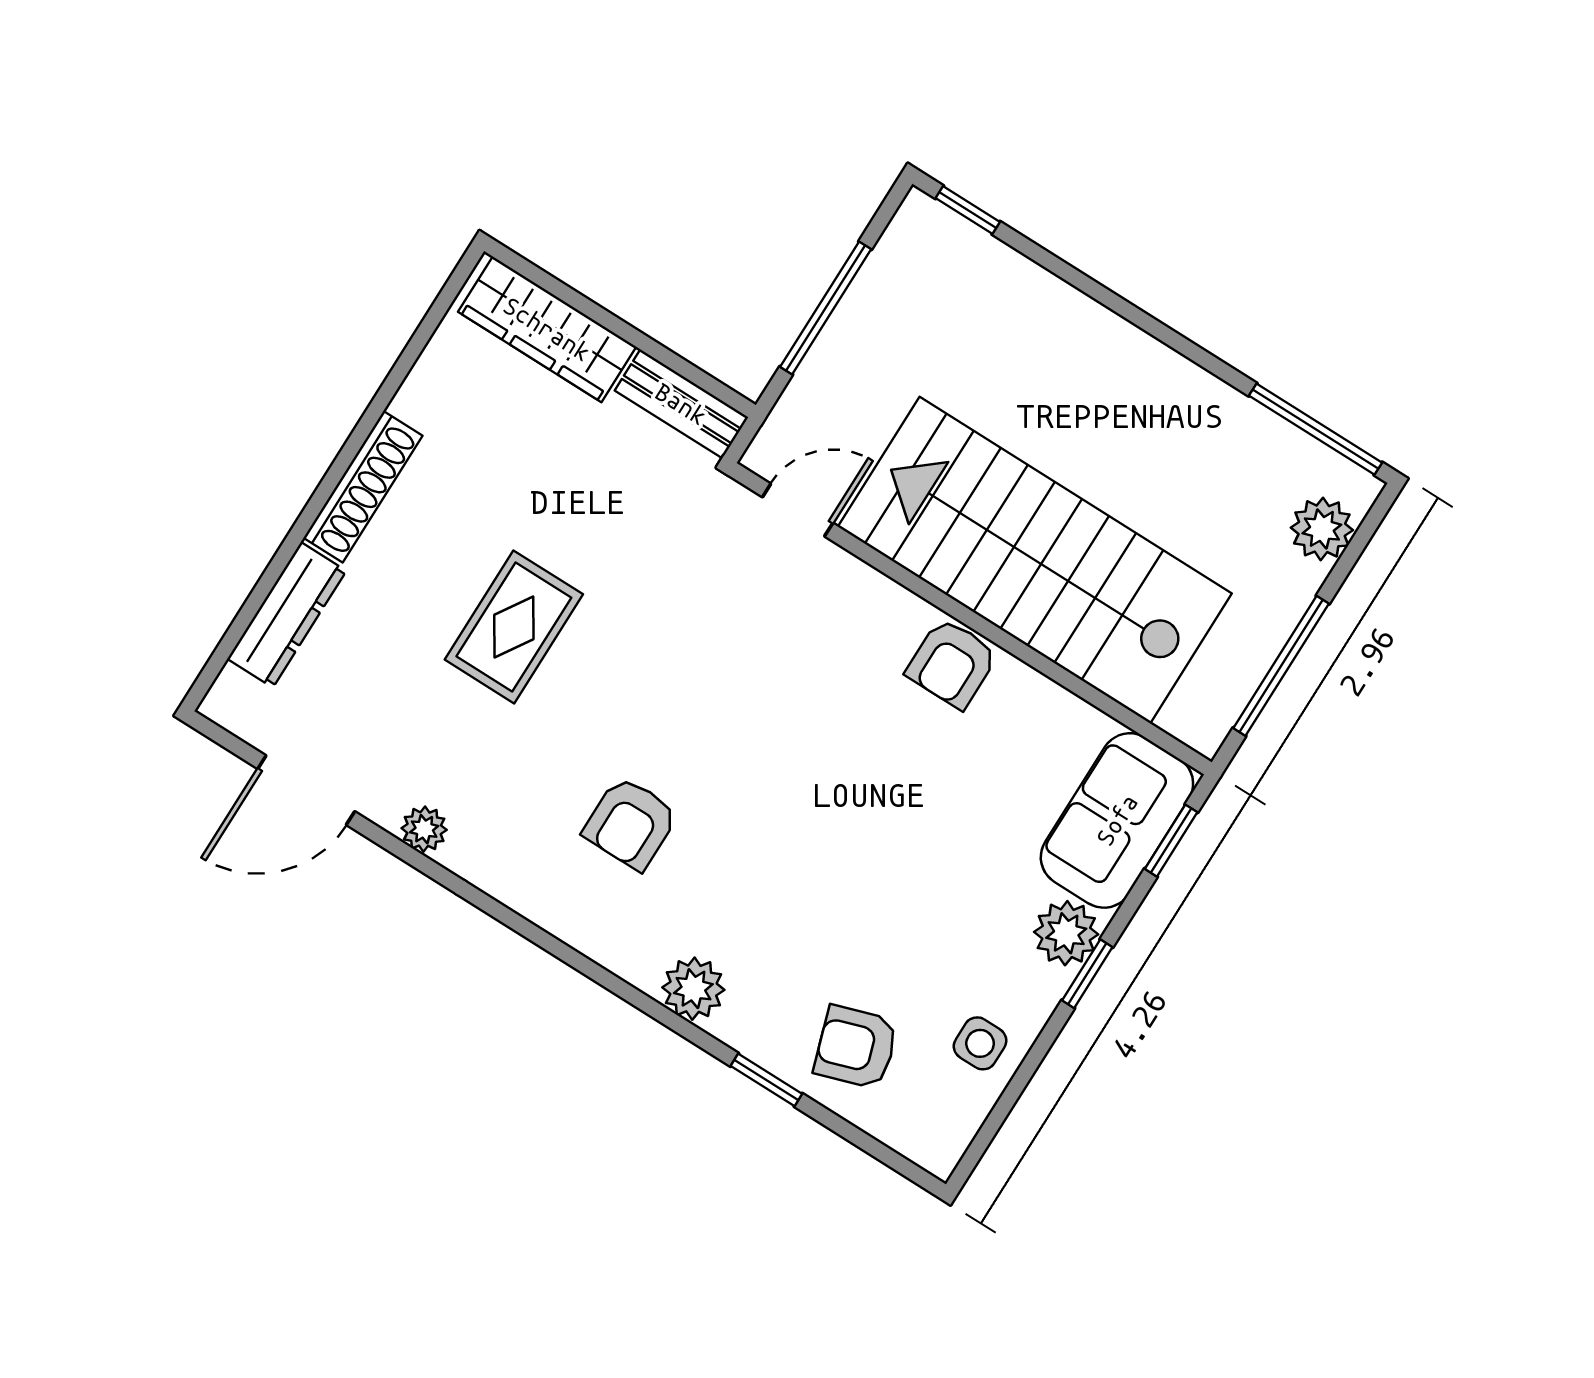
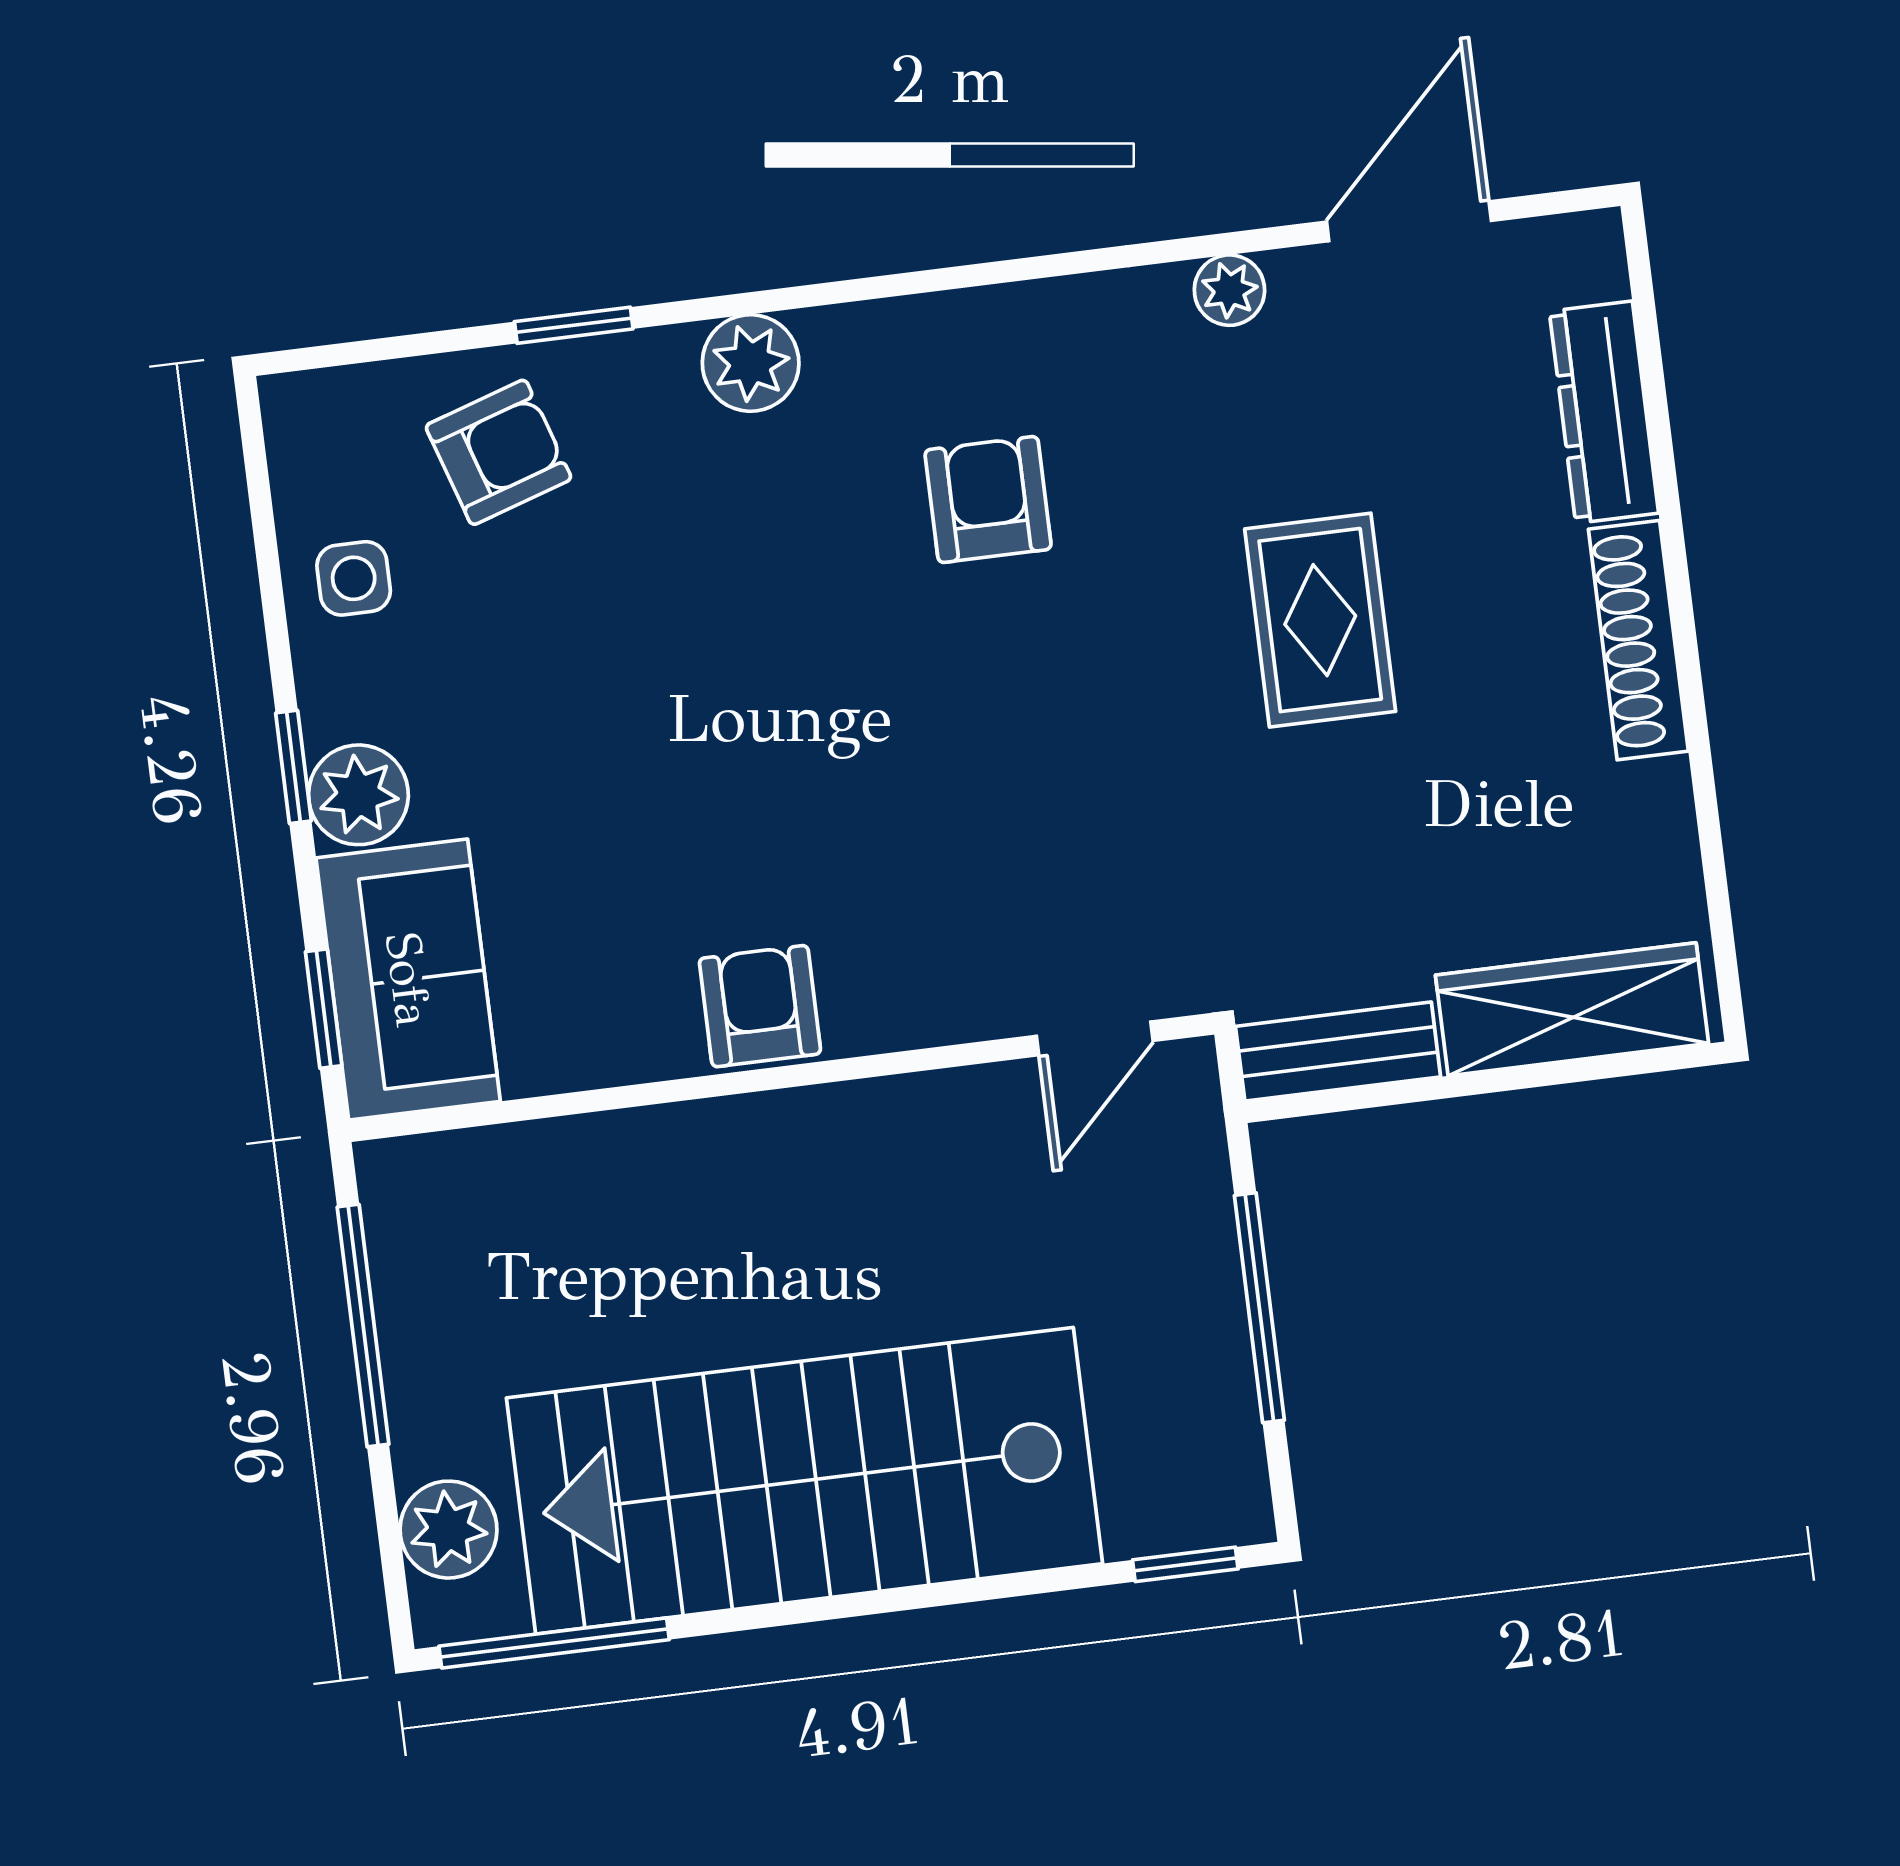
stairs: (1035, 560) -> (804, 1481), moved, turned 180

